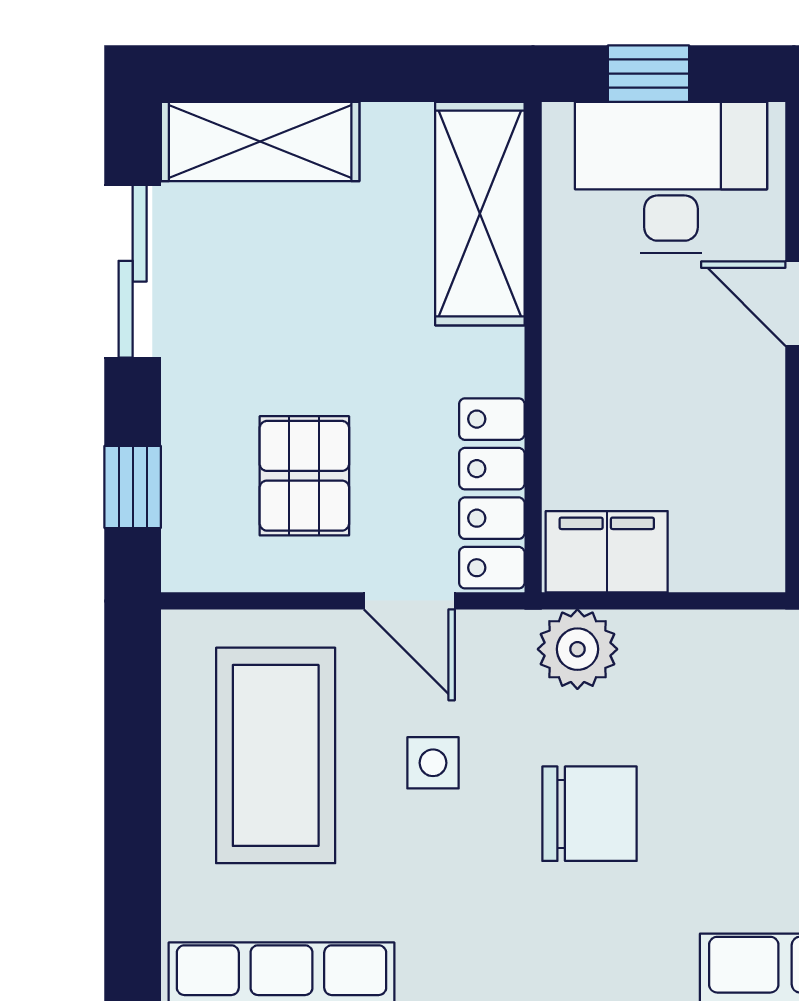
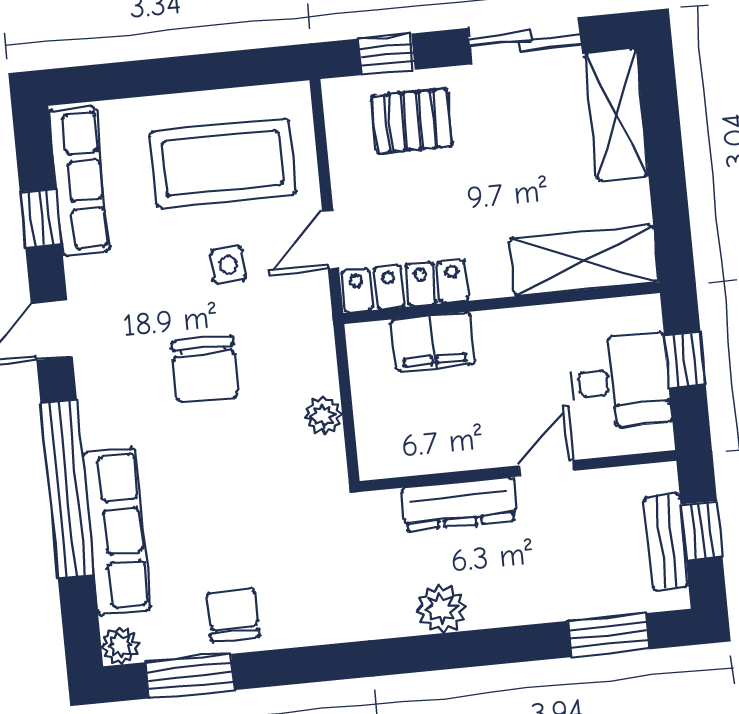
desk: (671, 177) -> (620, 381), width x0.73
pallet: (304, 476) -> (412, 121), moved
filing cabinet: (607, 552) -> (433, 342), moved, turned 90
plant: (577, 649) -> (323, 416), moved, width x0.73, depth x0.73

